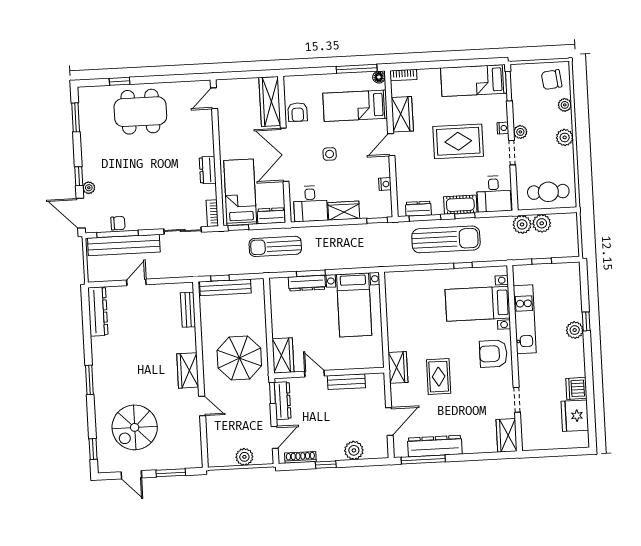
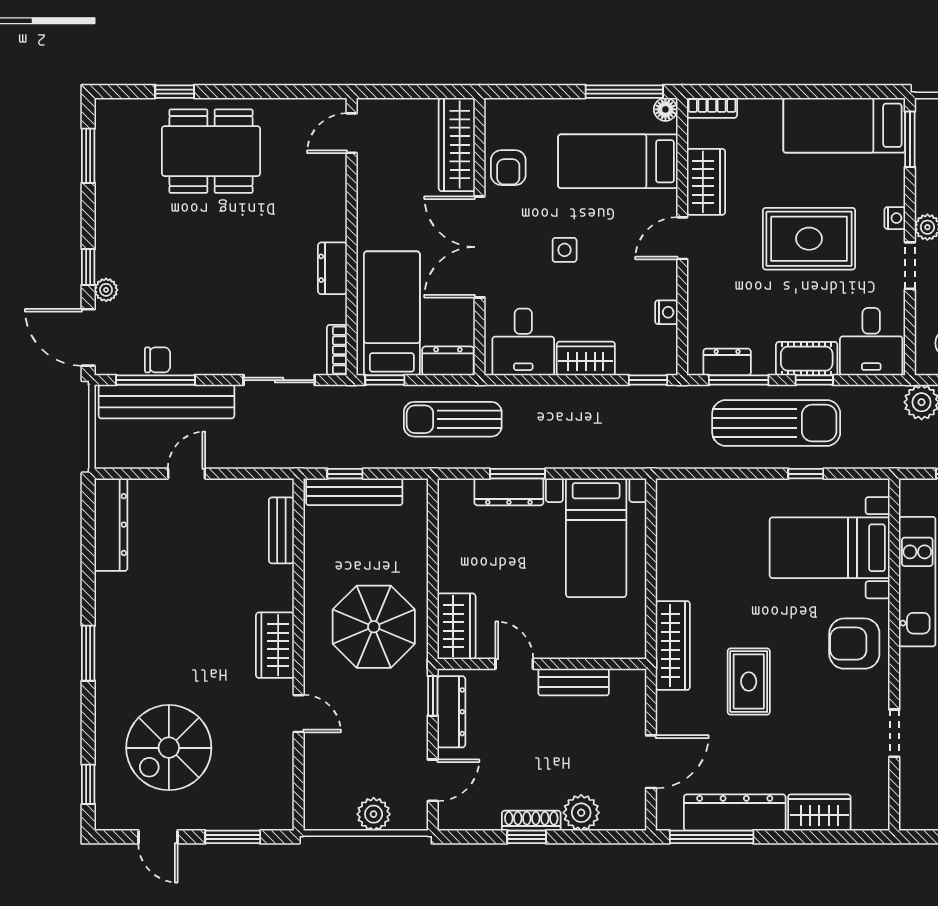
wardrobe: (398, 367) -> (673, 646), width x1.50
wardrobe: (507, 435) -> (819, 813), moved, turned 90
shoe rack: (300, 457) -> (531, 821), moved

